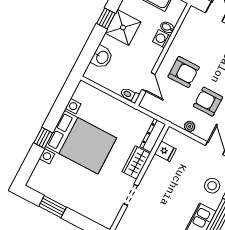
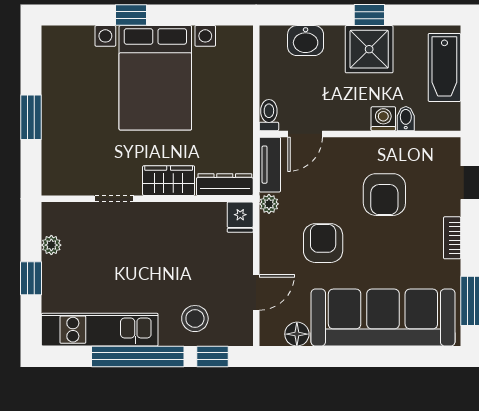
armchair: (184, 72) -> (384, 195), moved
tv unit: (155, 108) -> (270, 165), added
plant: (190, 126) -> (269, 204), moved
fridge: (165, 151) -> (240, 217), moved
window: (53, 207) -> (31, 117), moved

